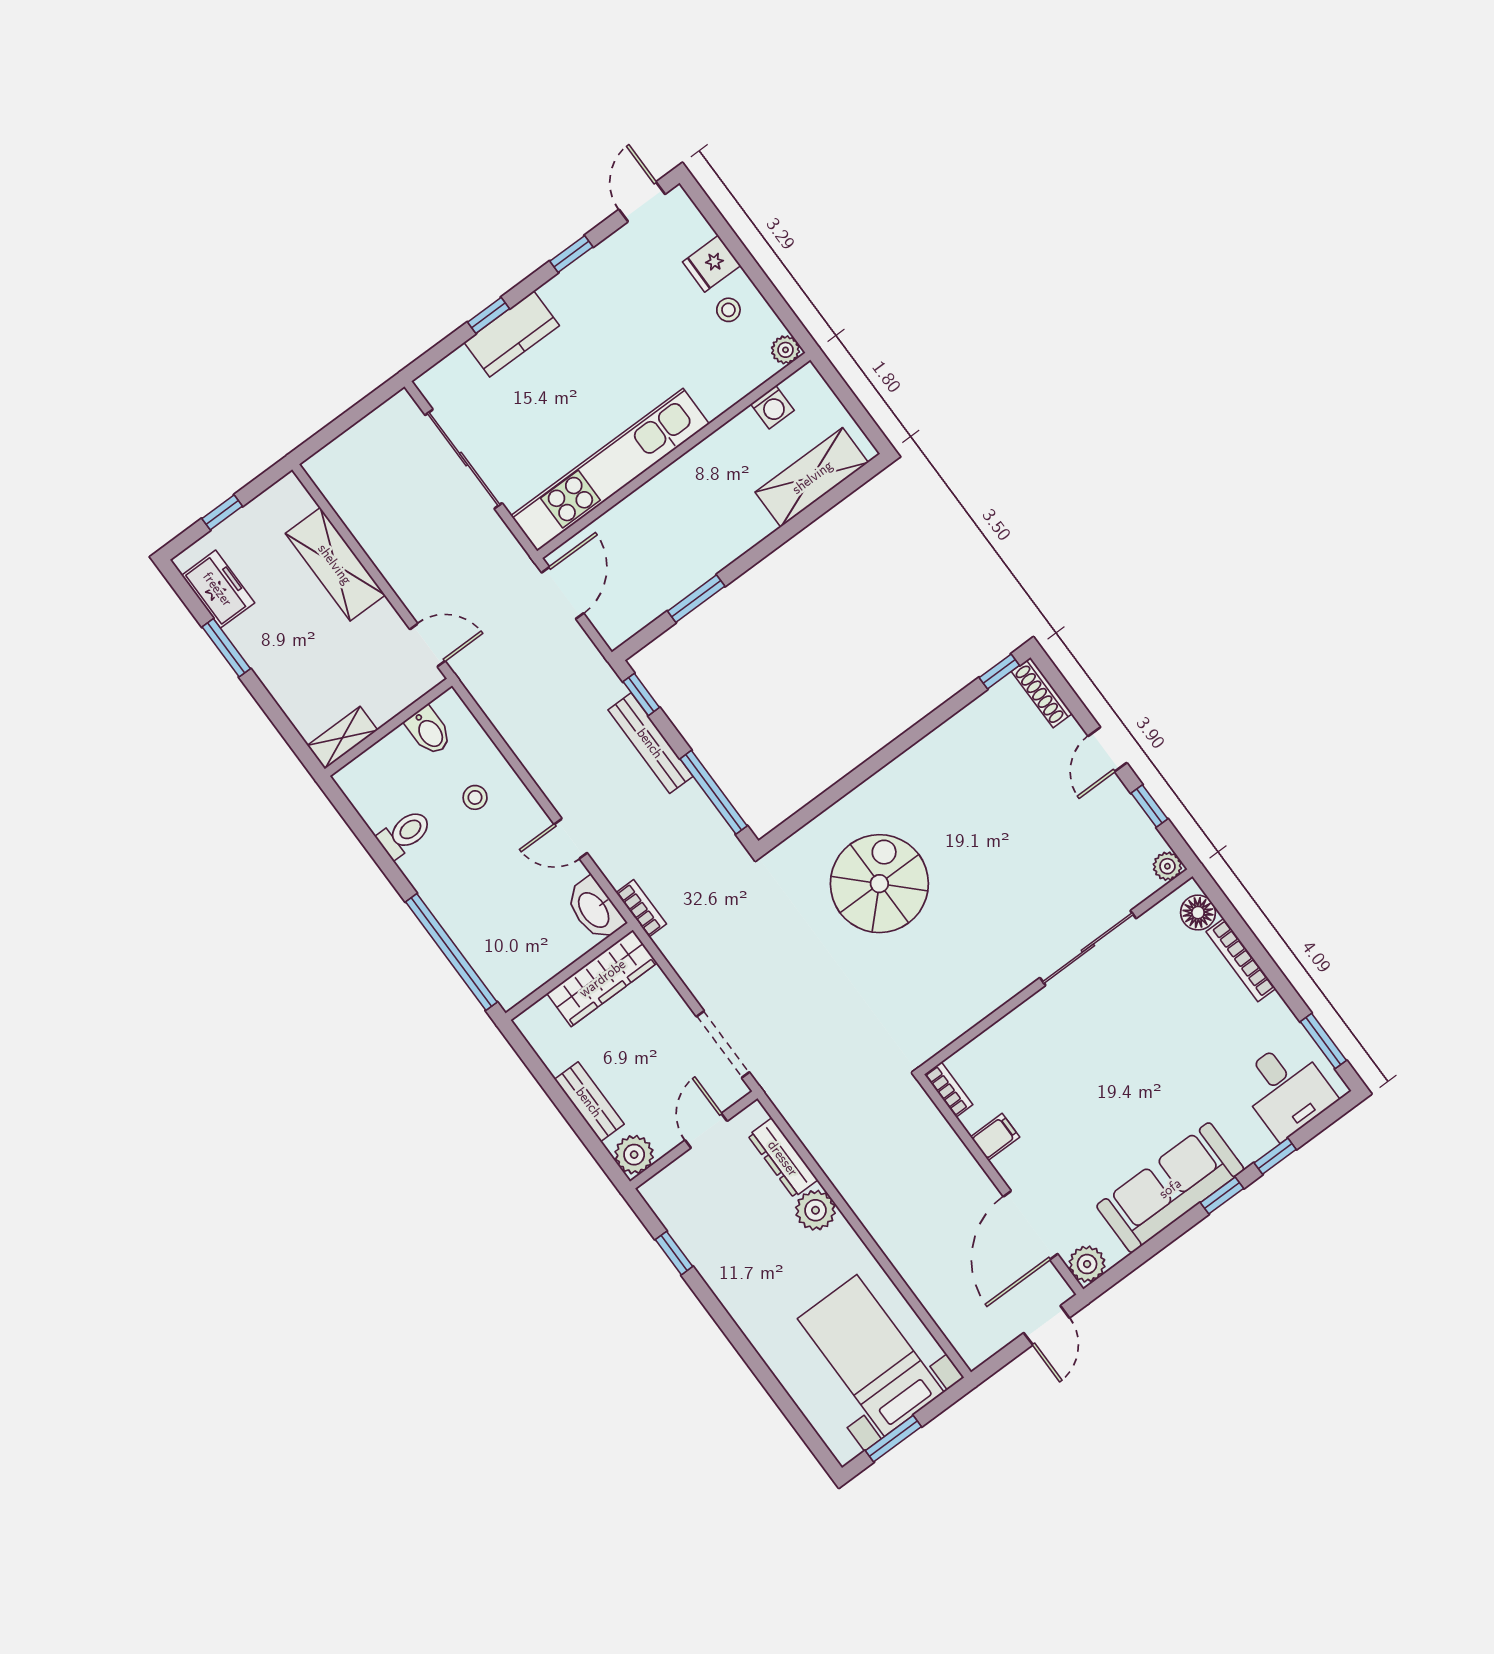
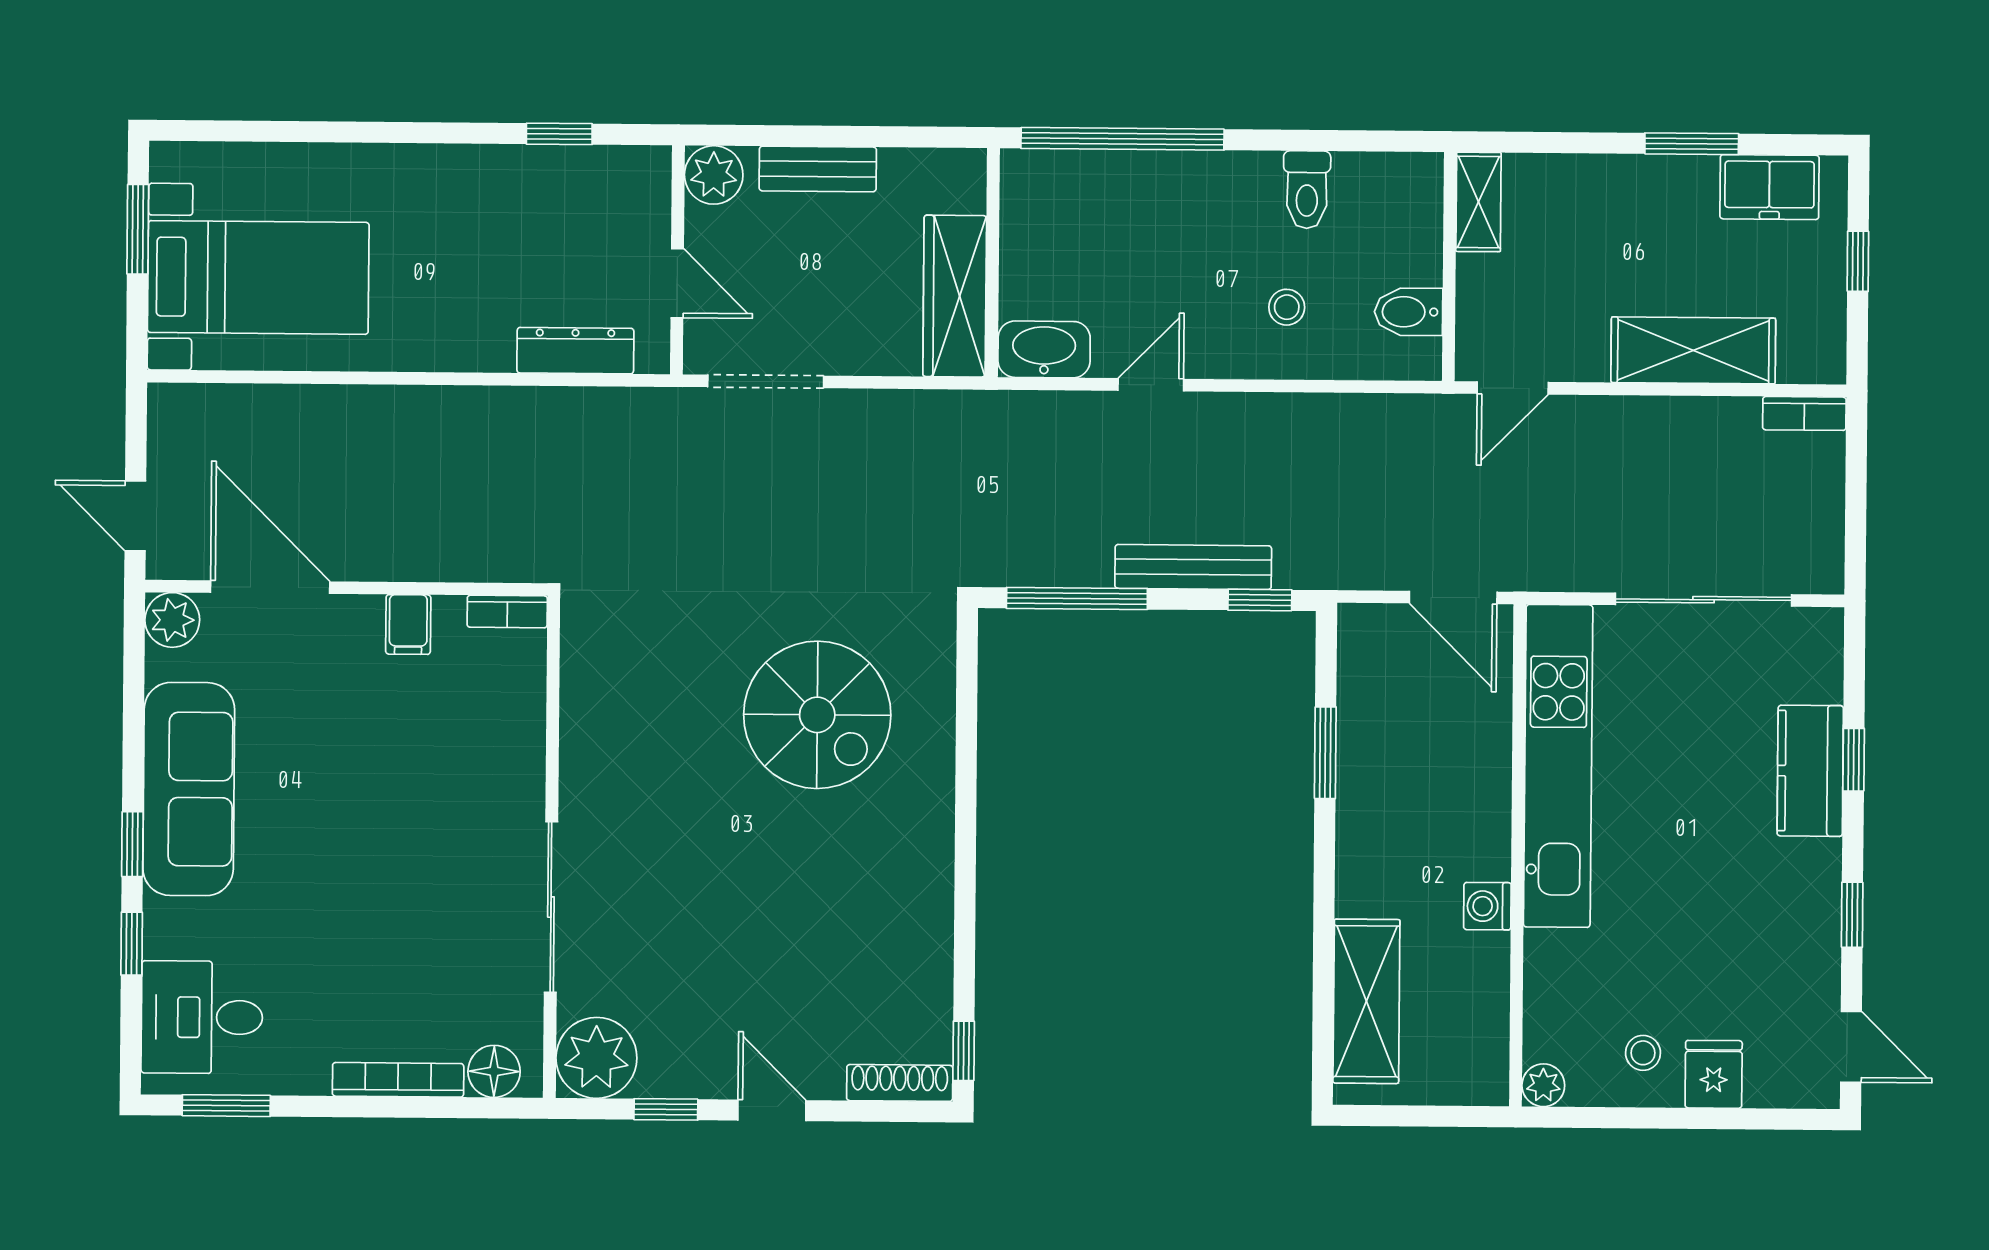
washing machine: (772, 407) -> (1487, 906), moved
plant: (1167, 866) -> (596, 1058), width x1.87, depth x1.87
bookcase: (641, 908) -> (1804, 413), moved
plant: (815, 1210) -> (483, 342), removed

